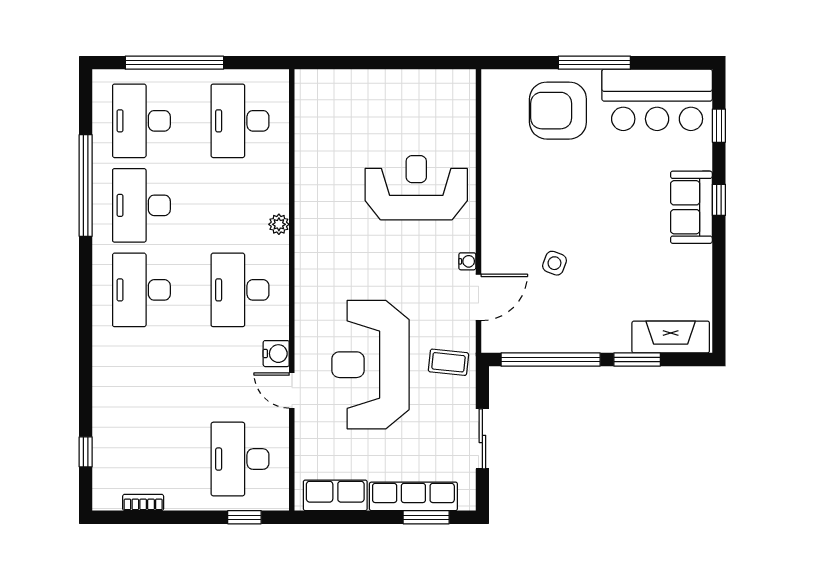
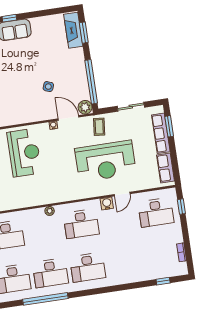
reception desk: (416, 188) -> (24, 153), turned 180
plant: (496, 338) -> (85, 107), added
window: (637, 360) -> (84, 33), moved

